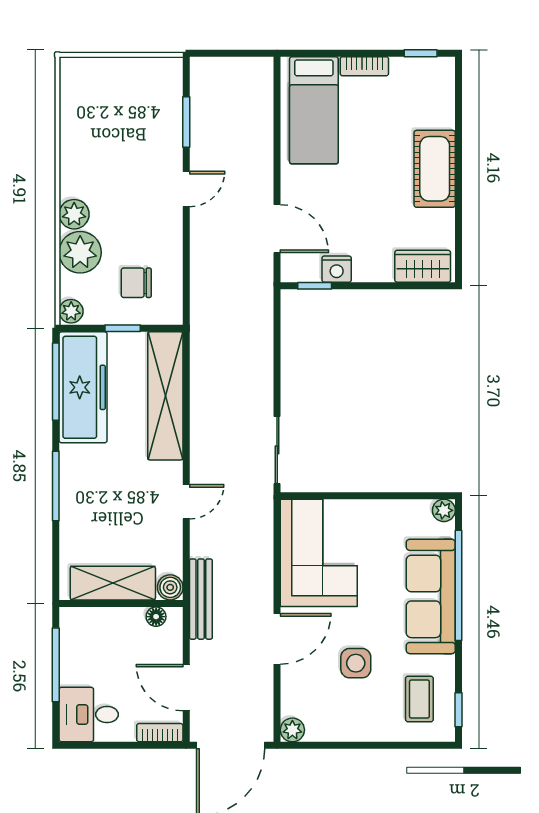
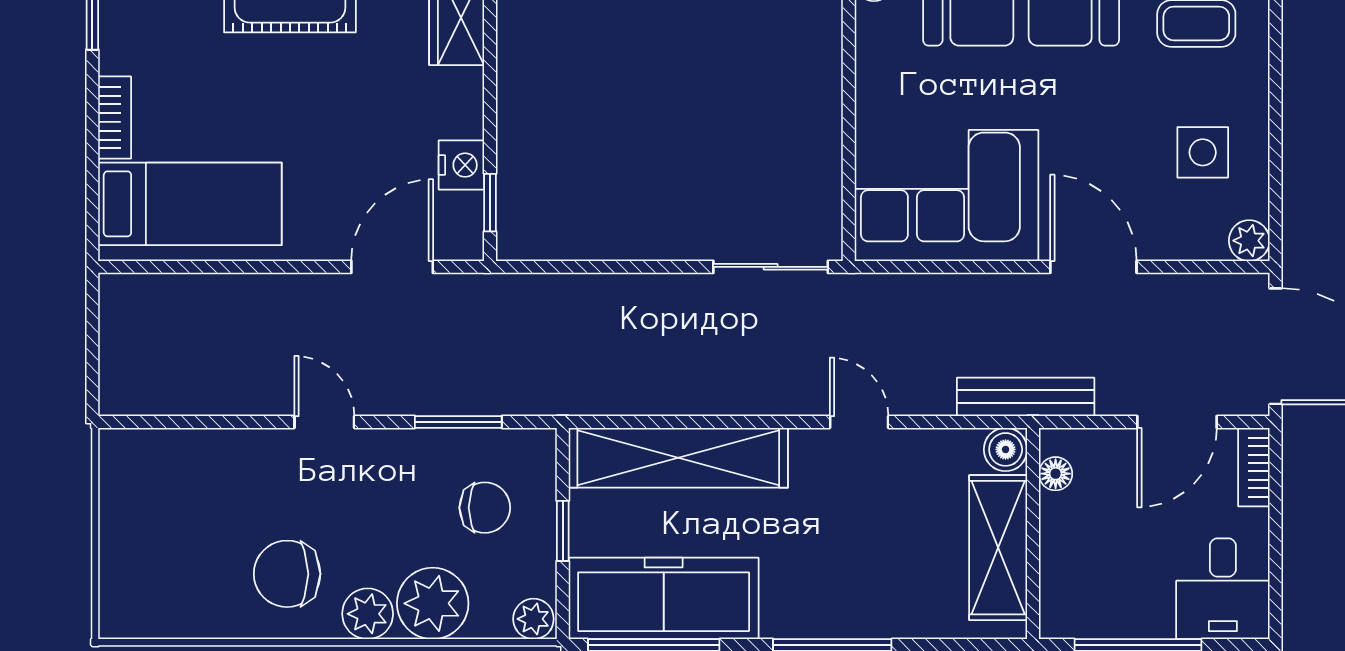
window: (186, 122) -> (458, 422), moved
chair: (97, 167) -> (287, 574), added
chair: (136, 283) -> (485, 508), turned -90
side table: (356, 663) -> (1203, 152), moved

